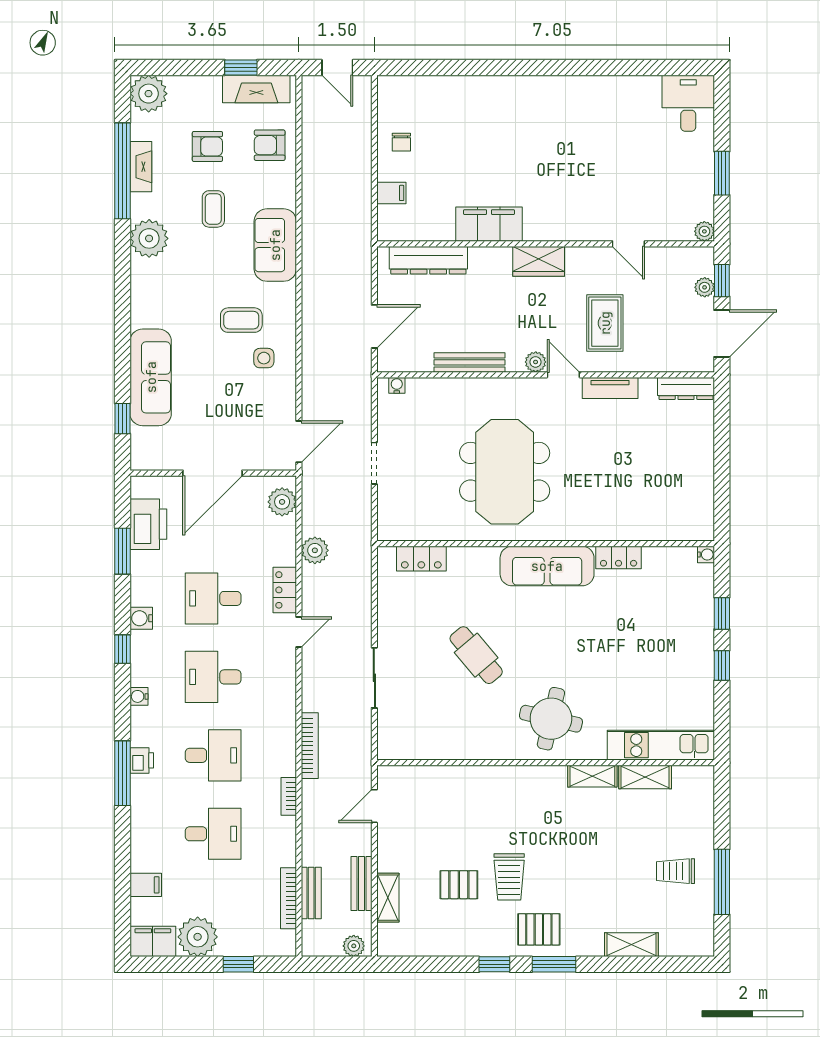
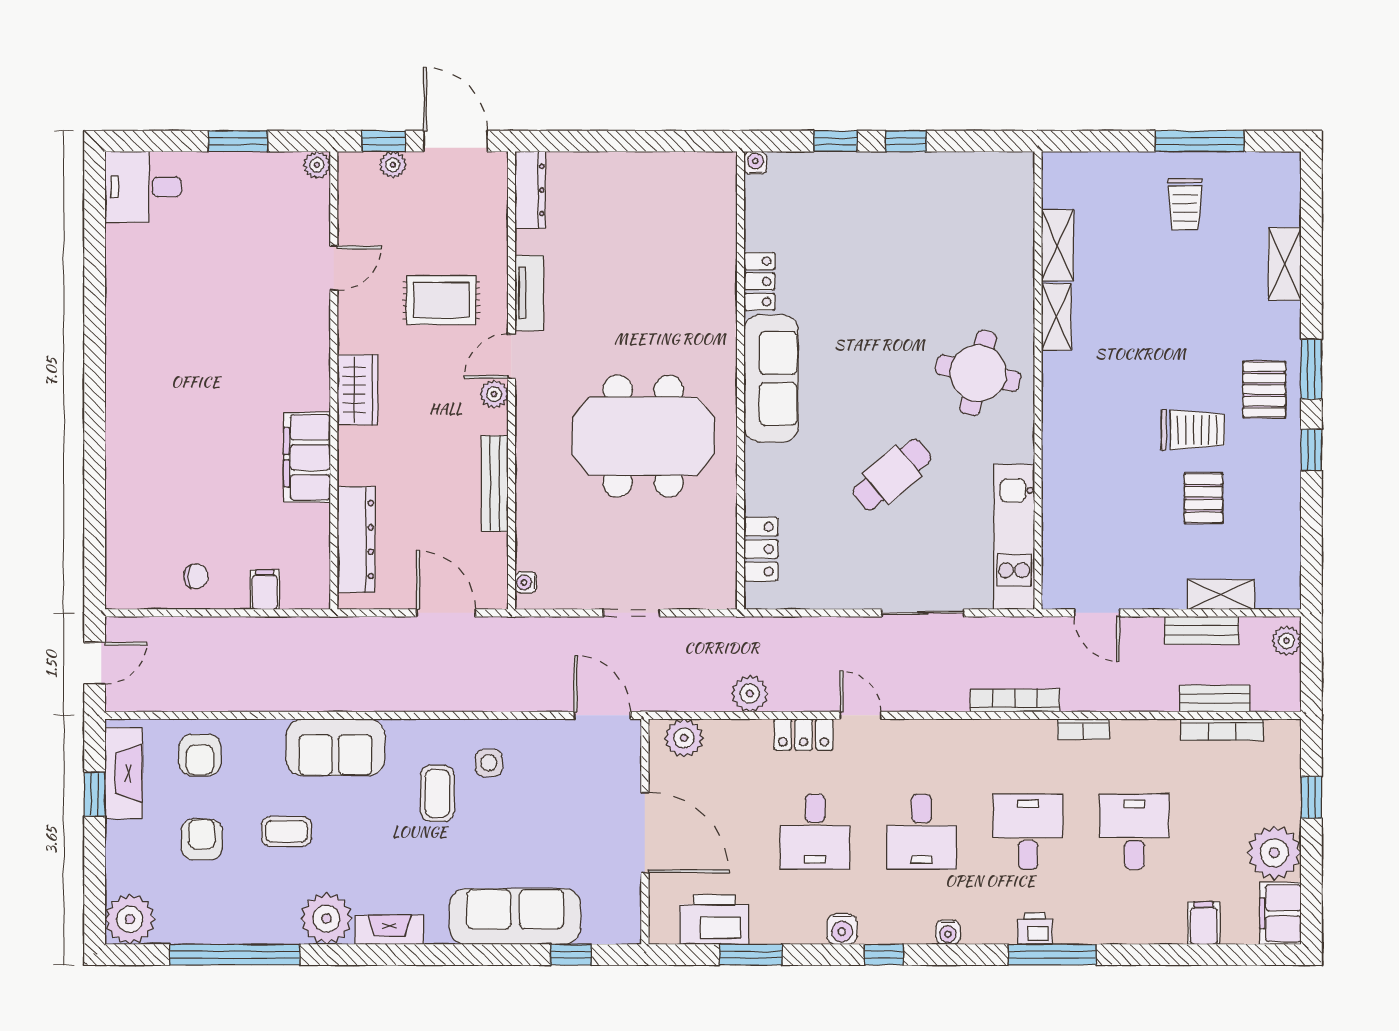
fireplace: (141, 167) -> (389, 930), moved
kitchen unit: (661, 745) -> (1014, 537), moved

